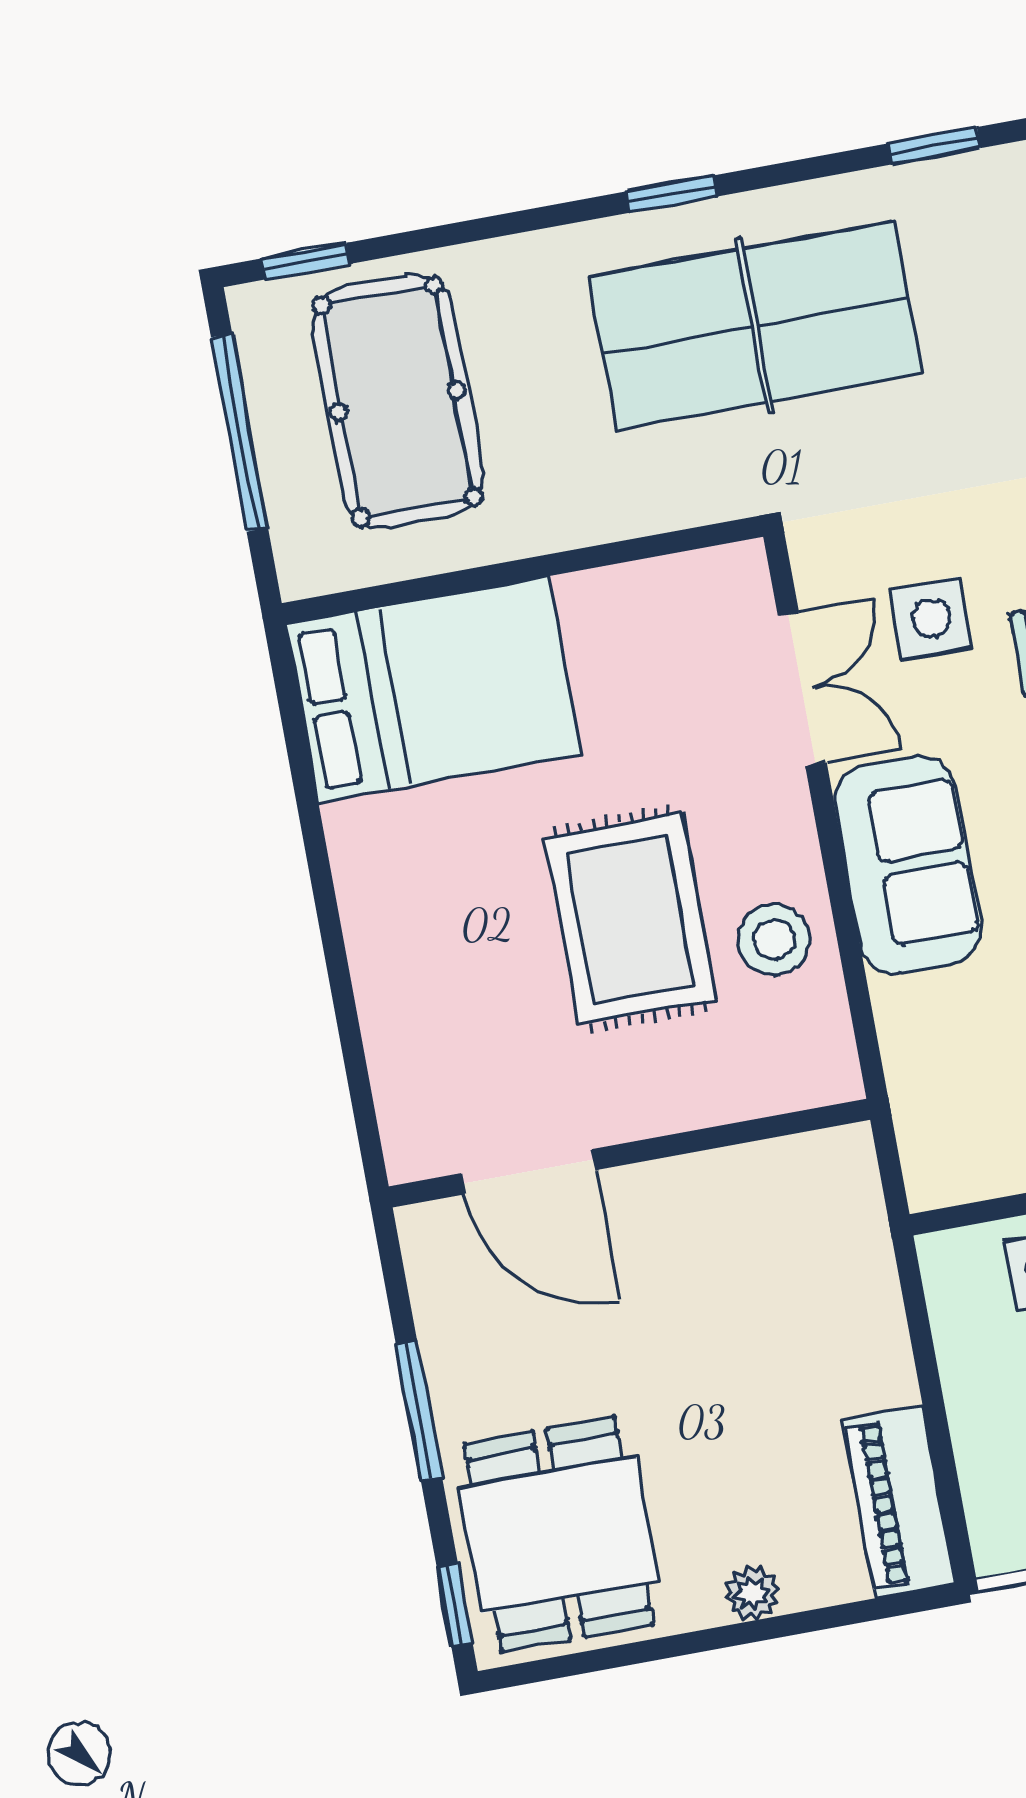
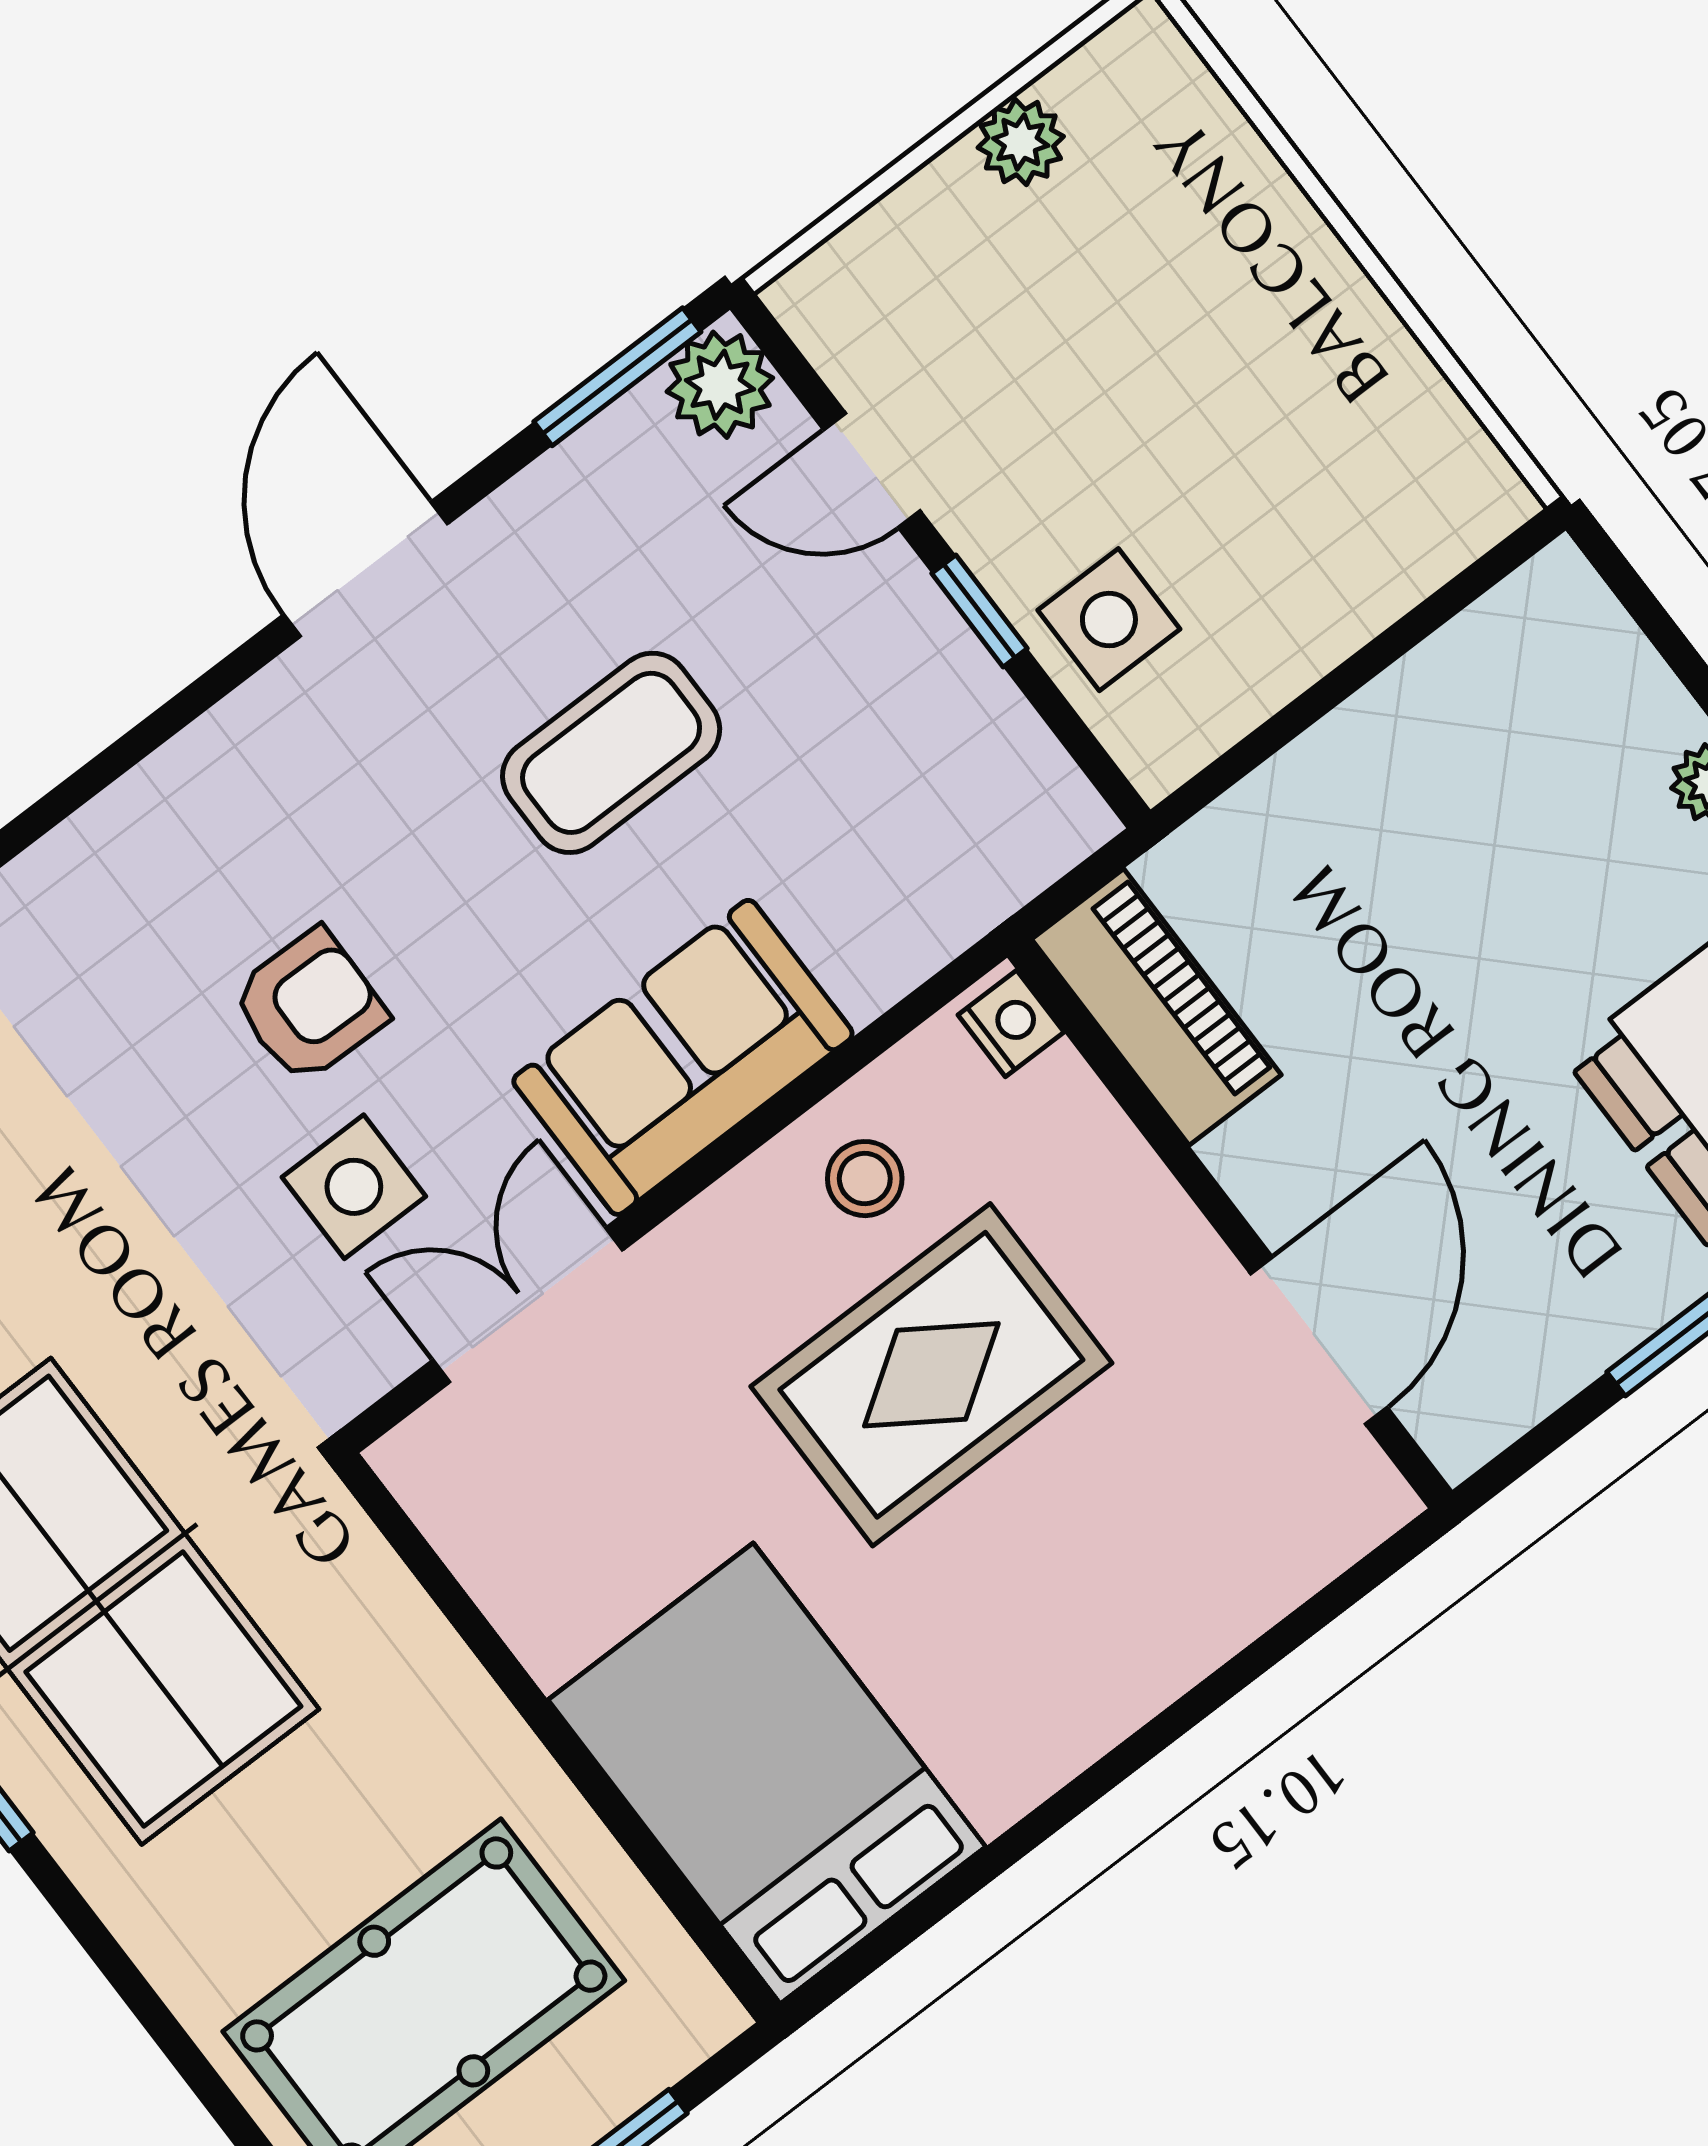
stool: (774, 940) -> (865, 1179), width x0.73, depth x0.73
nightstand: (824, 1080) -> (1011, 1023), added
piano: (899, 1501) -> (1156, 1007), moved, turned -90

